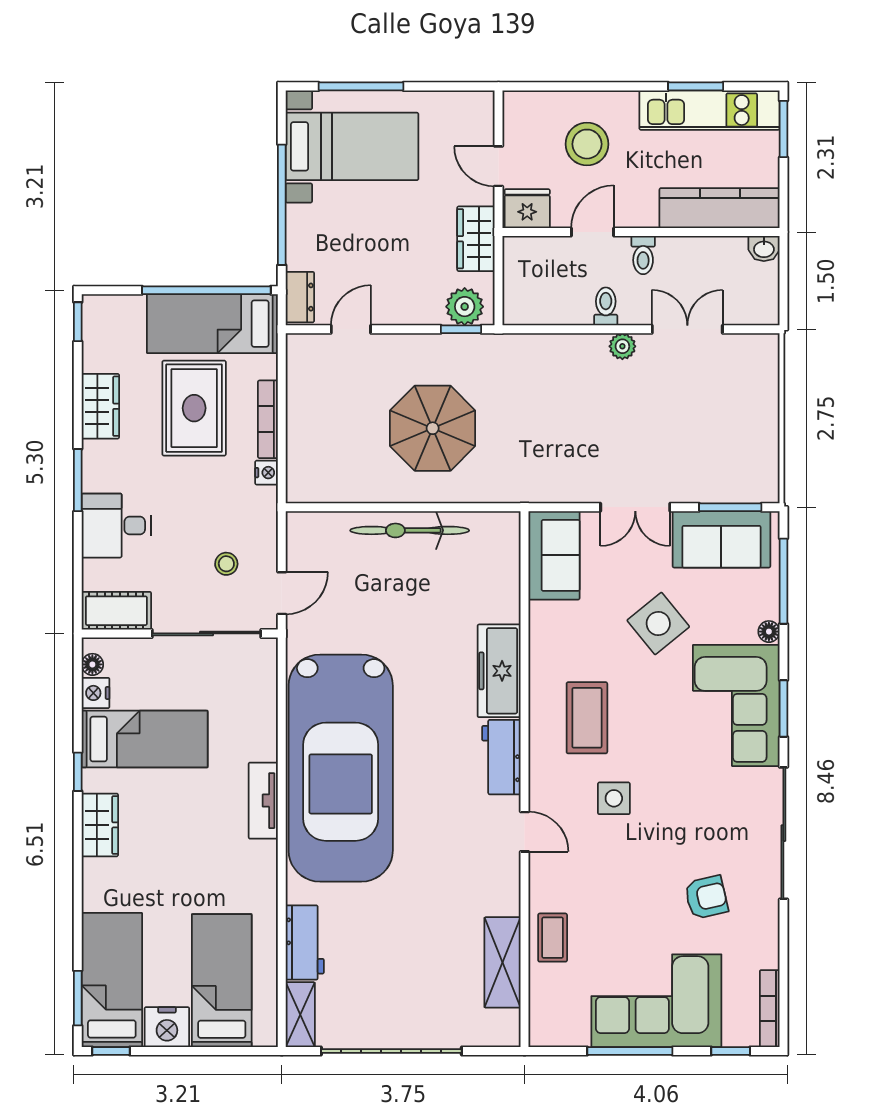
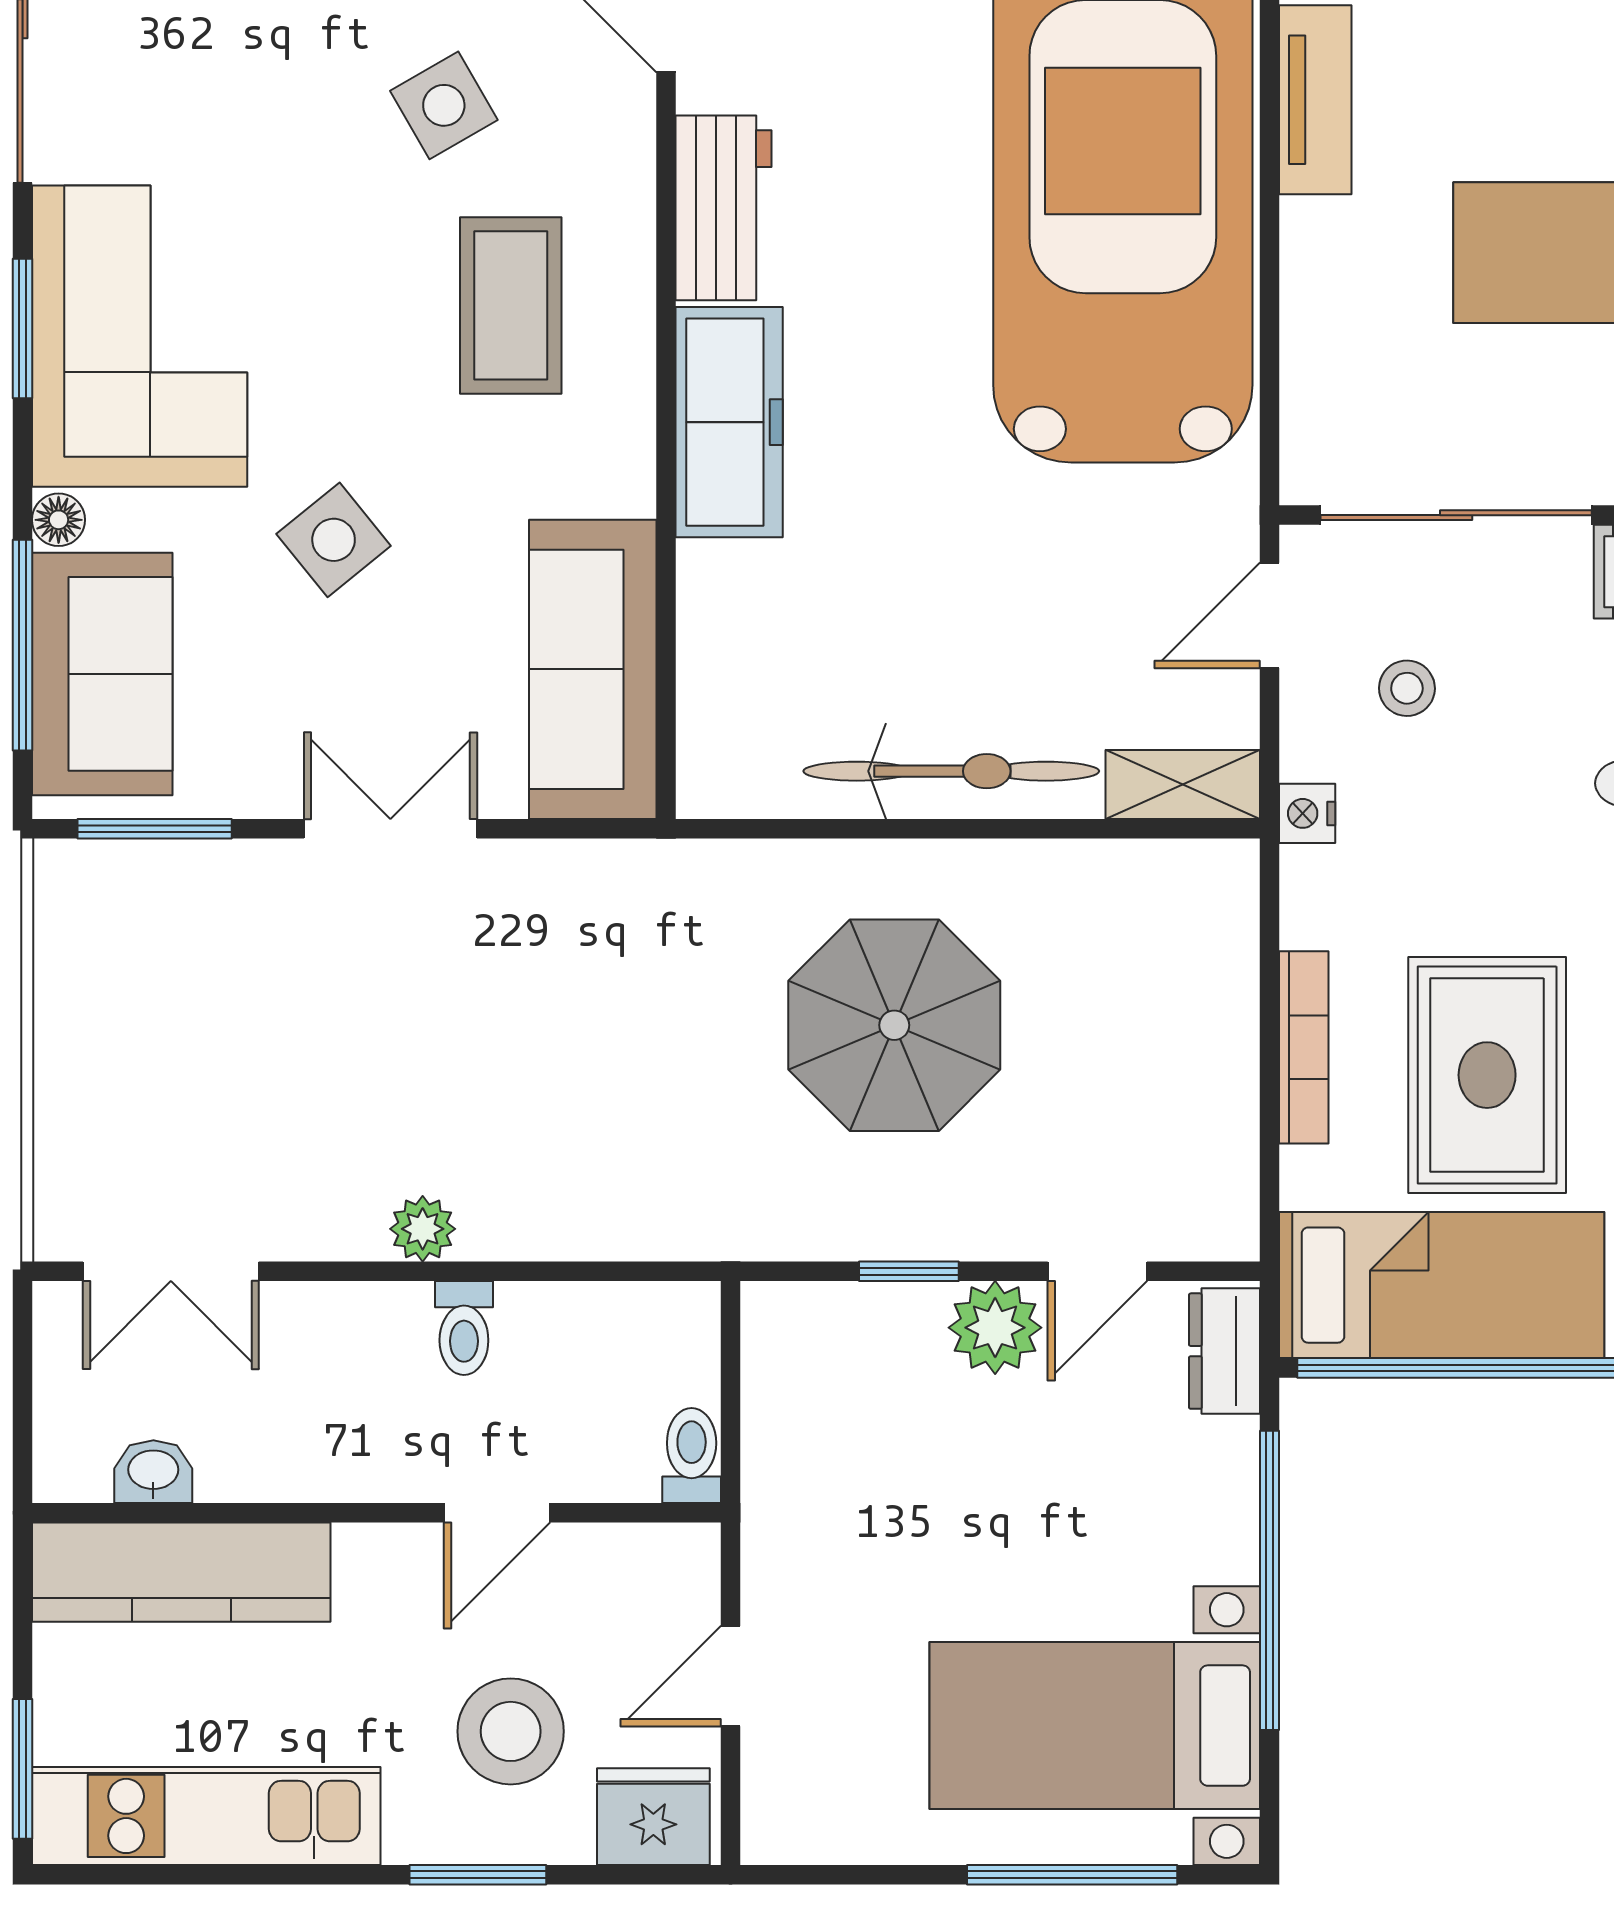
window: (696, 86) -> (478, 1875), moved
door: (499, 166) -> (730, 1676), swing flipped
fridge: (527, 209) -> (653, 1817), moved, turned 180
wardrobe: (476, 239) -> (787, 1496), removed
washbasin: (764, 249) -> (153, 1472), moved
toilet: (643, 255) -> (692, 1455), moved
plant: (465, 307) -> (995, 1328), moved
window: (461, 329) -> (909, 1271), moved
double door: (687, 329) -> (171, 1271), moved
nightstand: (266, 473) -> (1307, 813), moved
shelving: (317, 525) -> (1183, 784), added
sofa: (721, 539) -> (102, 674), moved, turned 90
sofa: (554, 555) -> (593, 669), width x1.36
side table: (658, 623) -> (334, 540), width x0.73, depth x0.73
side table: (614, 798) -> (444, 105), turned -30

